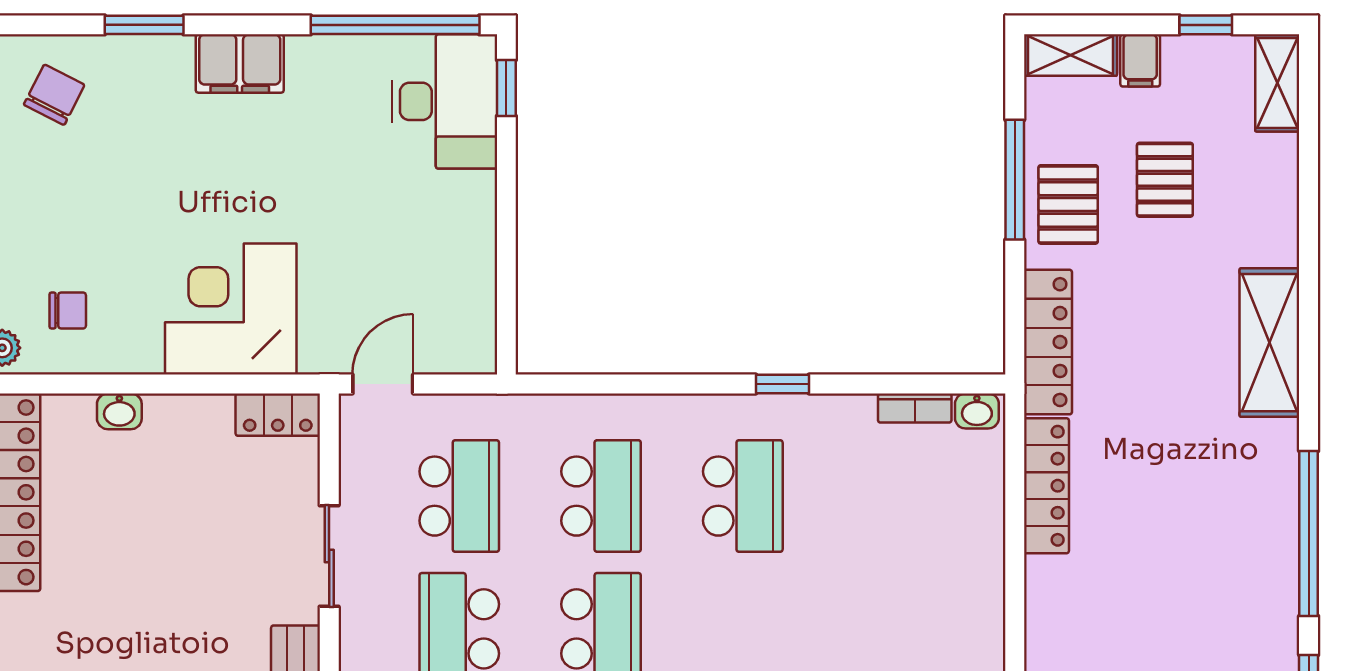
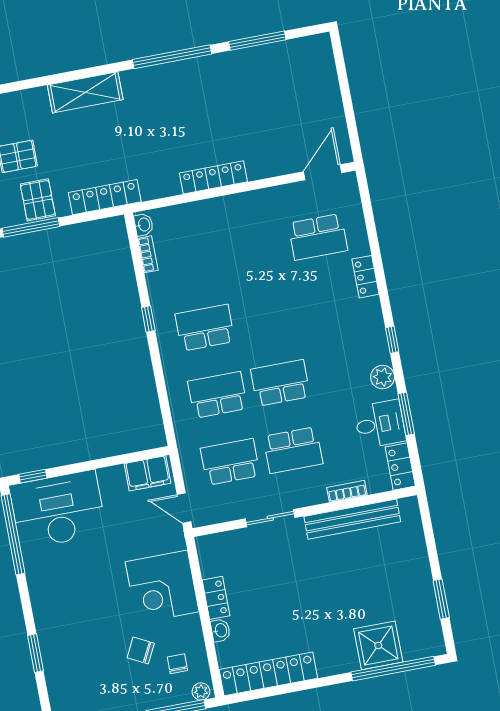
filing cabinet: (240, 64) -> (148, 473), moved, turned 90
chair: (54, 95) -> (141, 650), moved
desk: (444, 101) -> (58, 510), width x1.36, depth x1.30
pallet: (1068, 204) -> (38, 200), turned 90
locker: (278, 415) -> (216, 598), moved
locker: (1046, 486) -> (213, 177), moved

